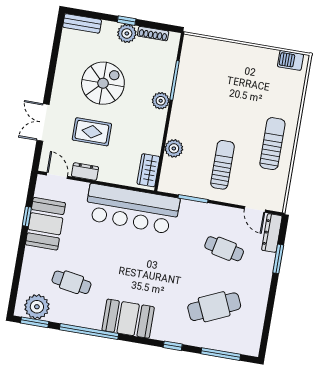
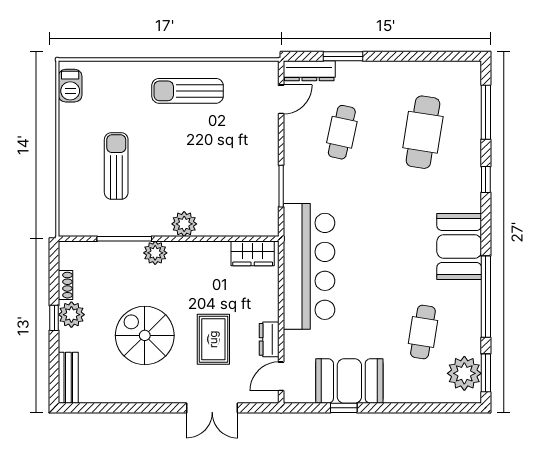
shoe rack: (153, 34) -> (66, 285), width x0.70
plant: (174, 148) -> (184, 224), moved
sun lounger: (222, 165) -> (116, 166), moved, turned 90
cafe table: (214, 307) -> (423, 132), turned 33

